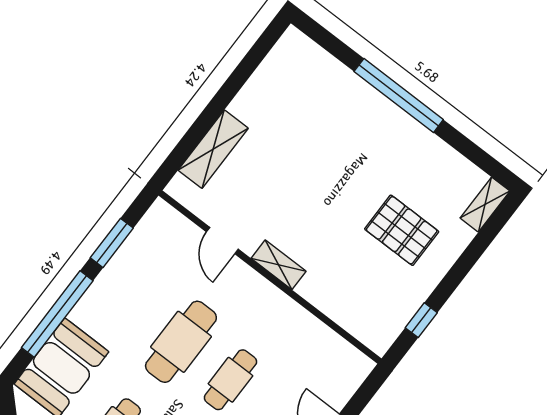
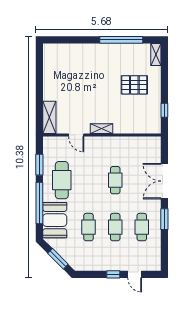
window: (399, 96) -> (121, 40), moved
shelving: (213, 149) -> (49, 117), moved
cafe table: (181, 342) -> (62, 180), moved

